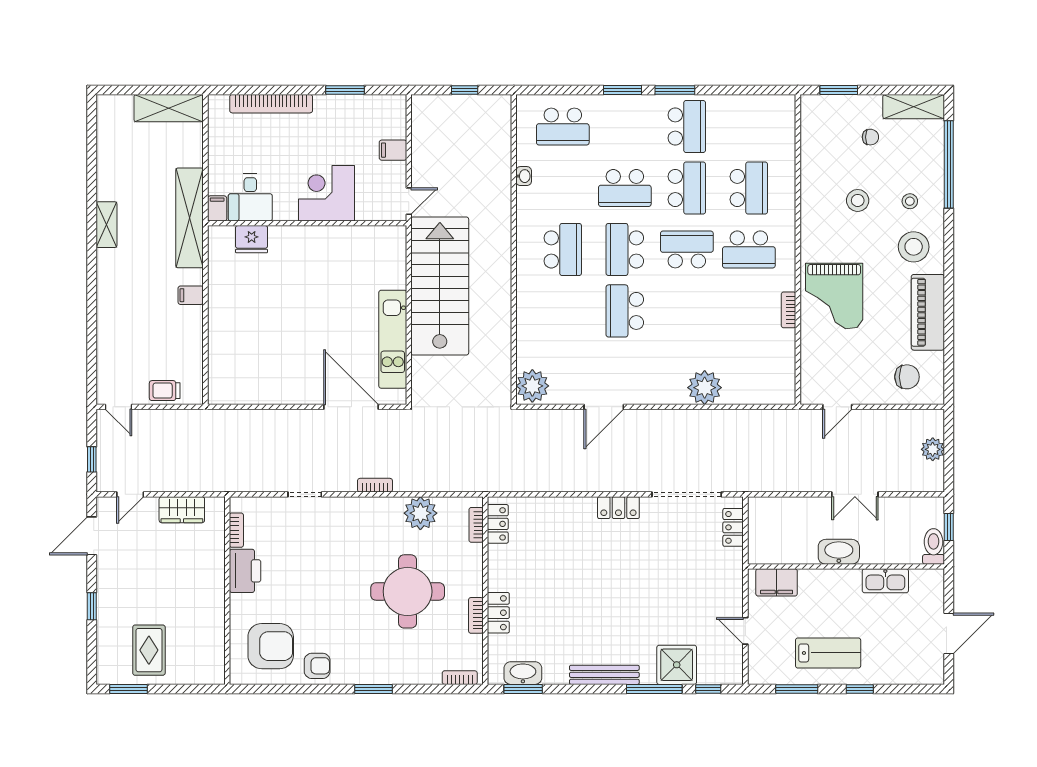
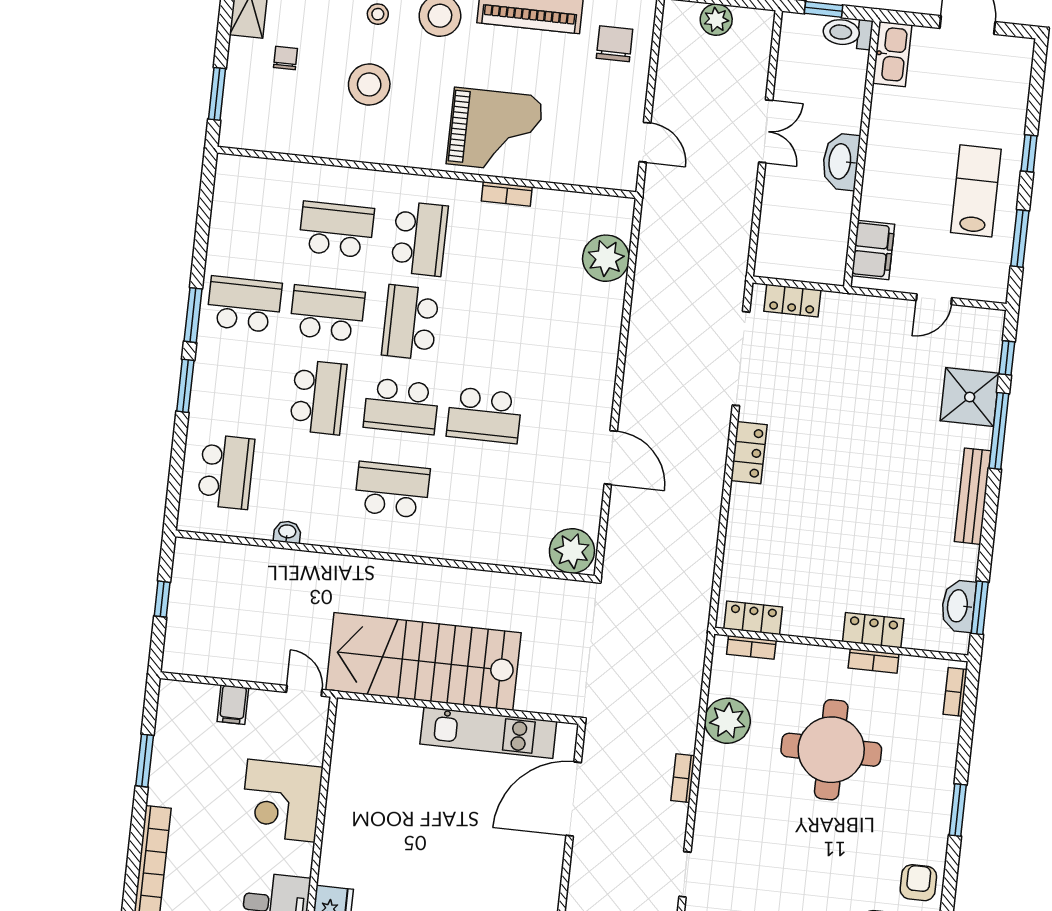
stool: (858, 200) -> (369, 84), width x1.38, depth x1.38
plant: (705, 388) -> (606, 258), moved
kitchen sink: (885, 581) -> (892, 54), moved

